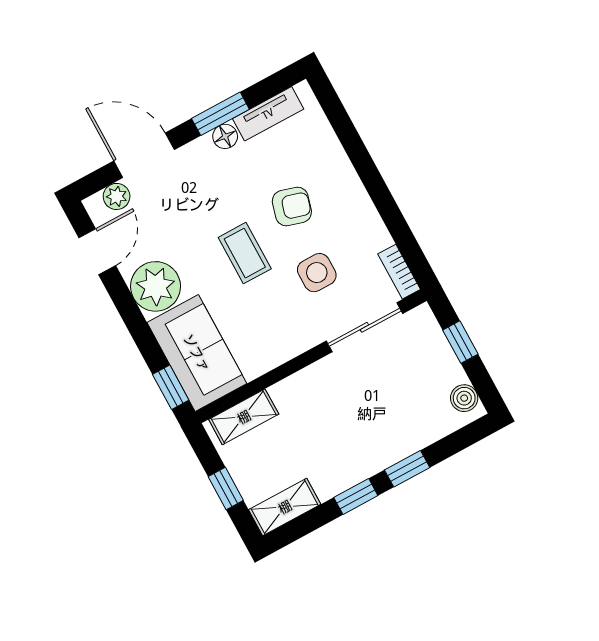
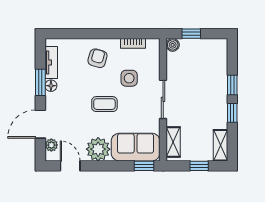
armchair: (292, 206) -> (97, 58), moved
bookcase: (399, 272) -> (133, 43), moved
sliding door: (364, 327) -> (163, 99), moved
boiler: (464, 398) -> (173, 45), moved

